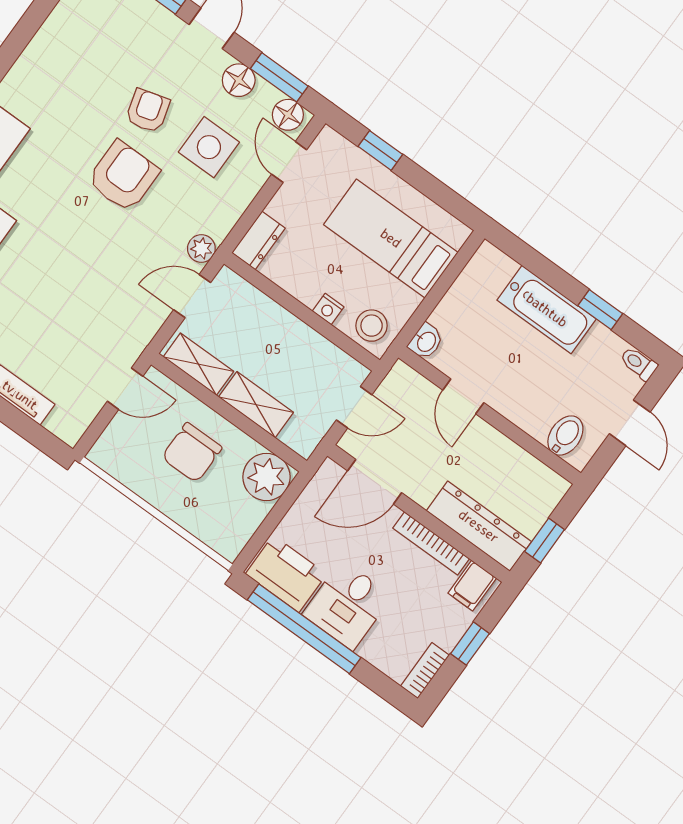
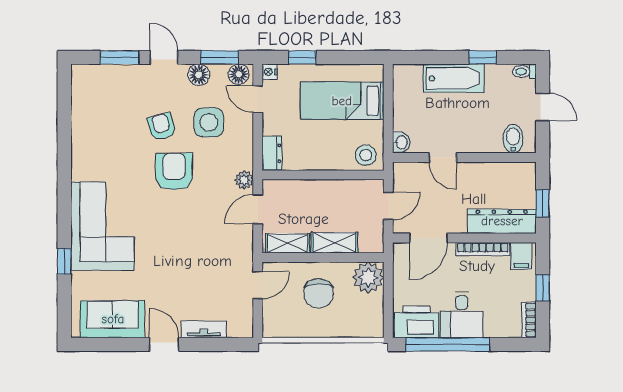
nightstand: (328, 309) -> (270, 72), moved, turned 90

